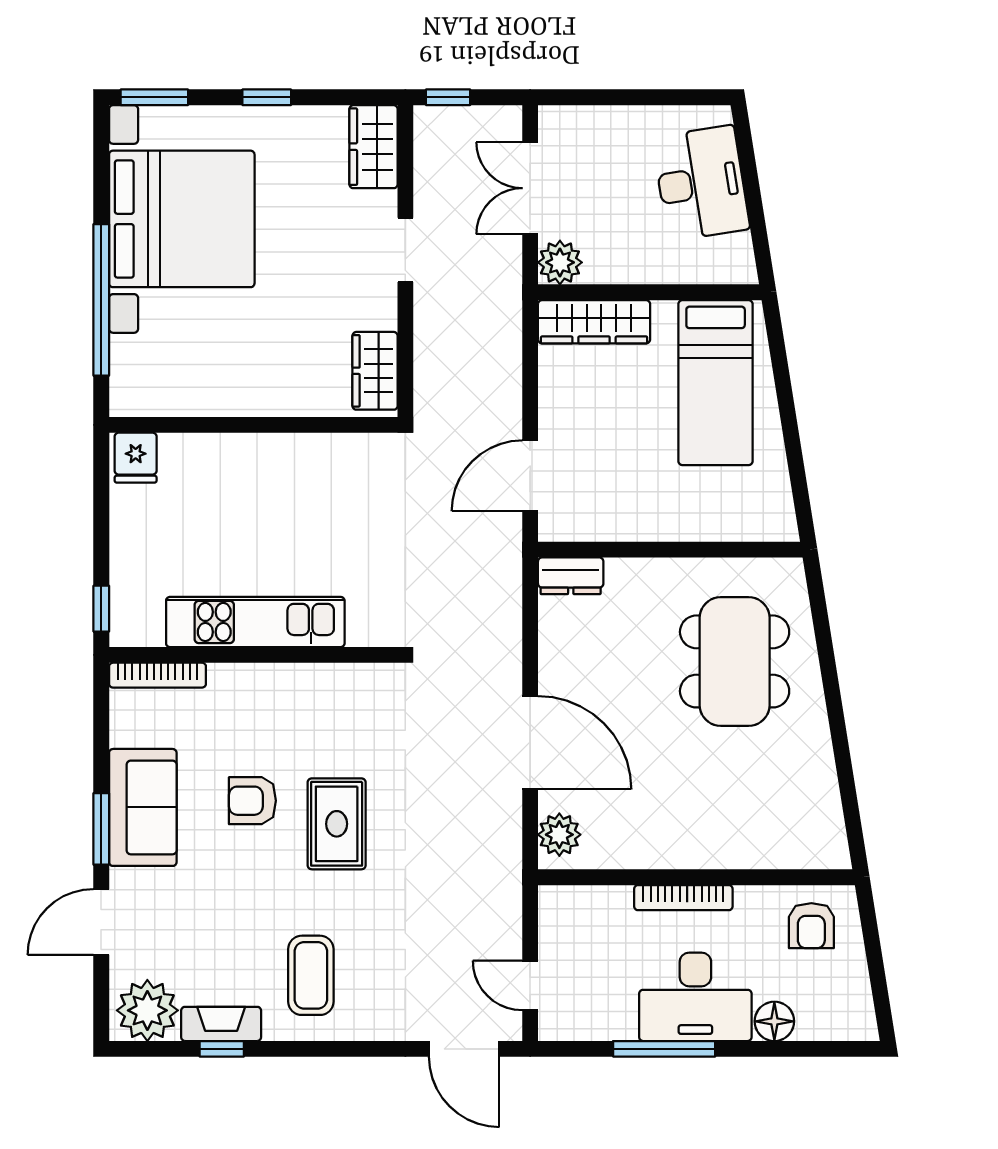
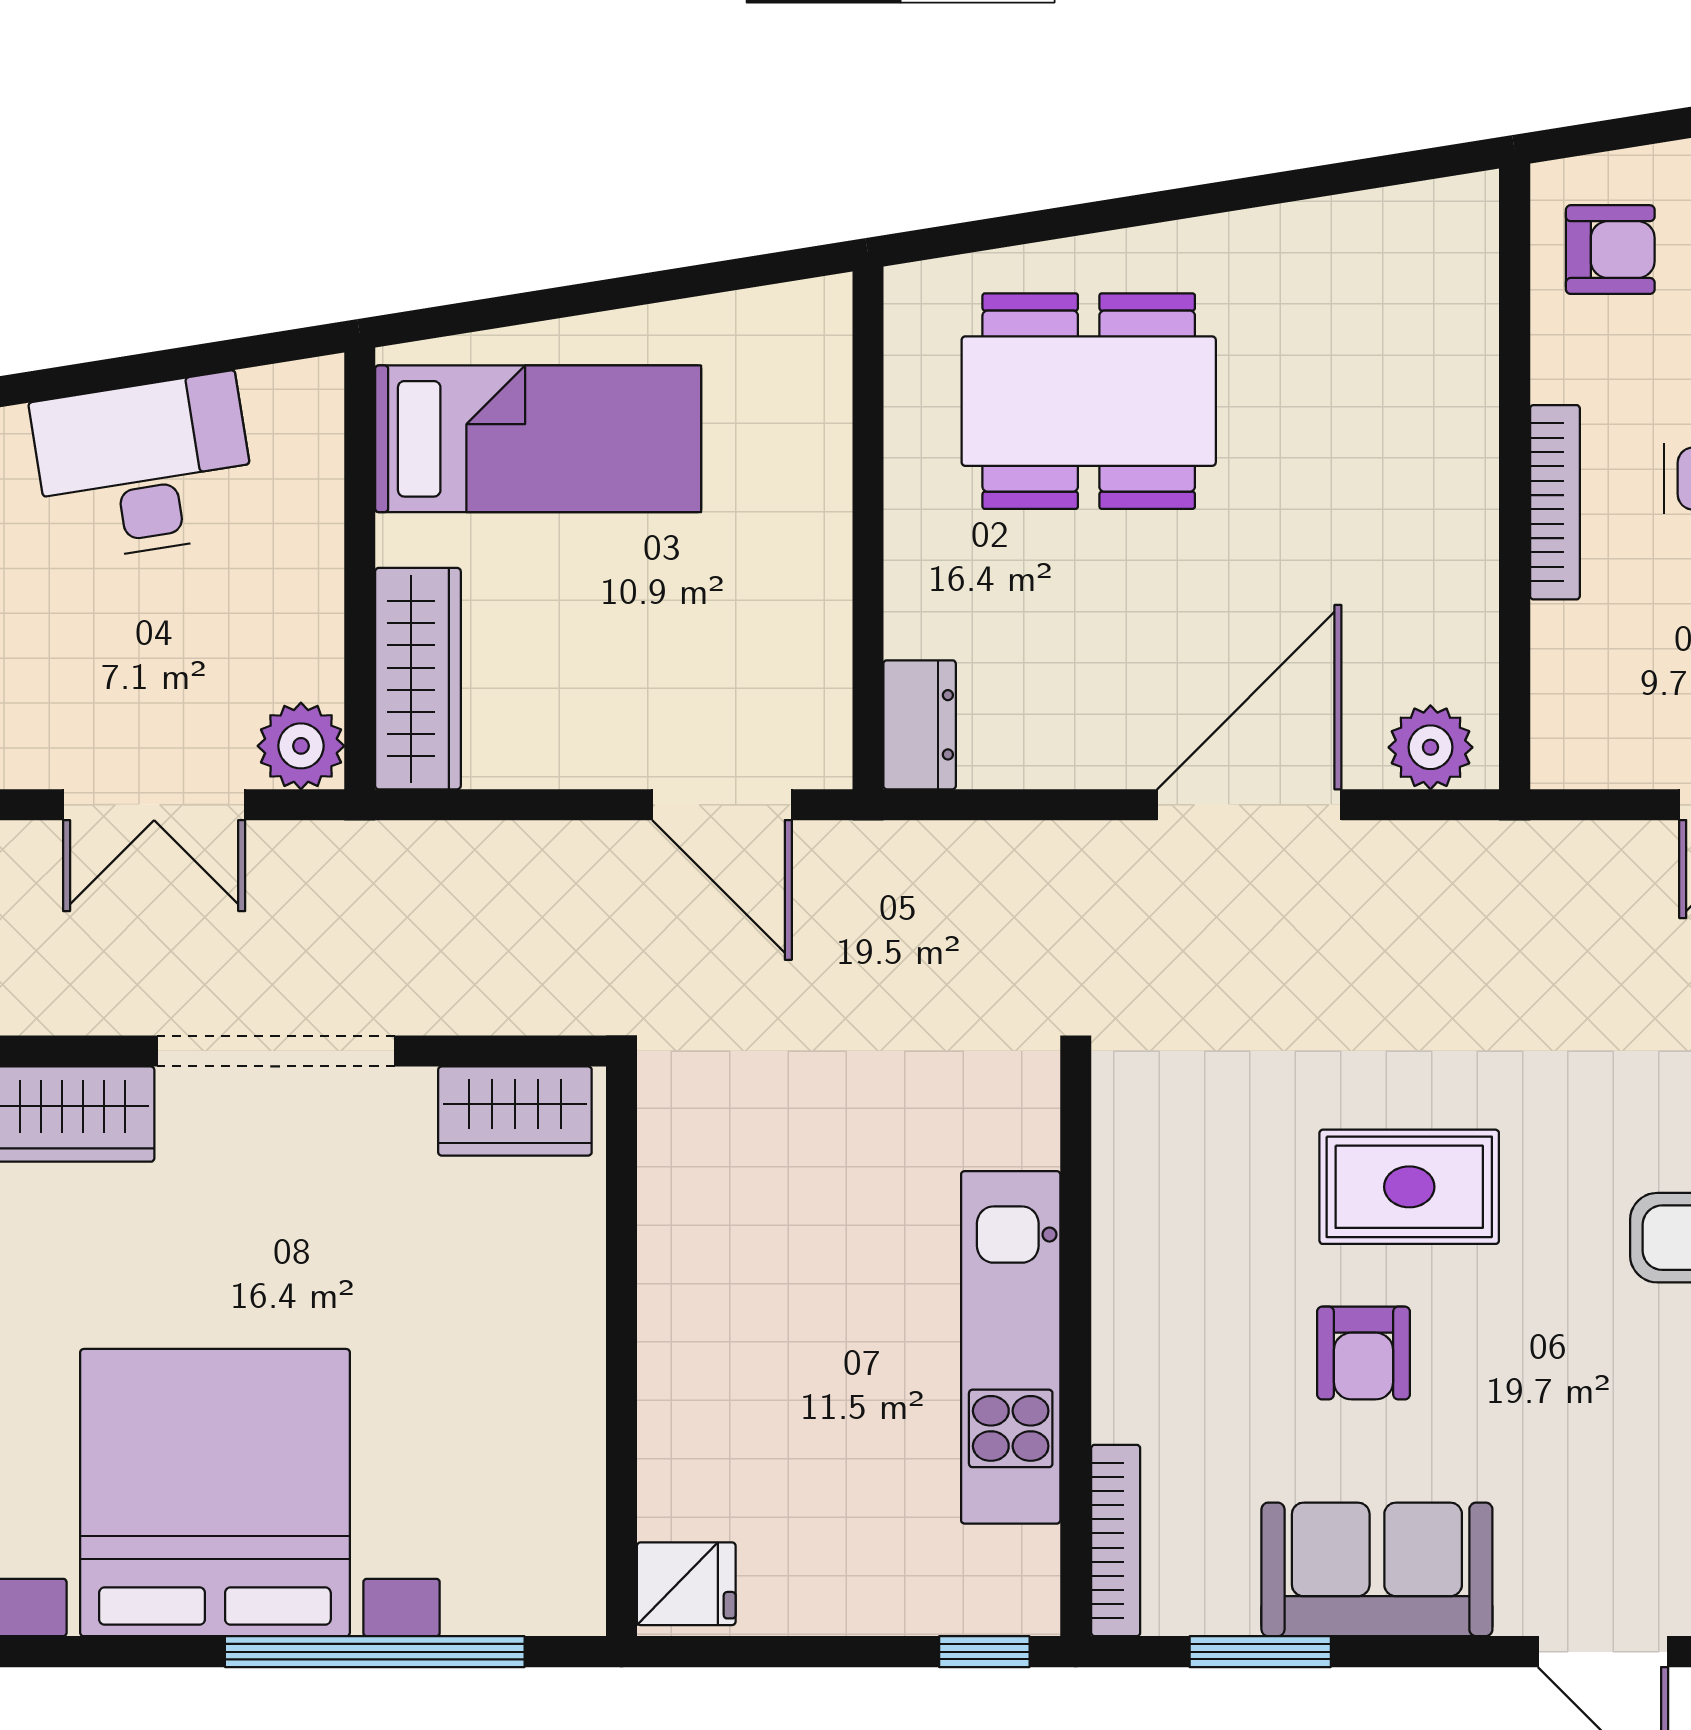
doorway: (405, 250) -> (276, 1051), width x1.87
window: (101, 829) -> (1260, 1652), moved

